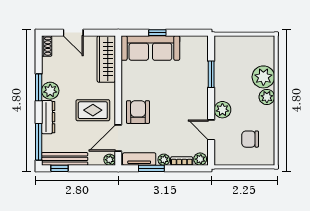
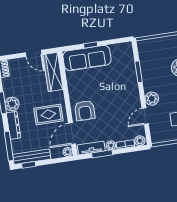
door: (73, 33) -> (34, 53), moved
armchair: (138, 112) -> (85, 111), turned 180
door: (211, 130) -> (145, 116), hinge flipped

